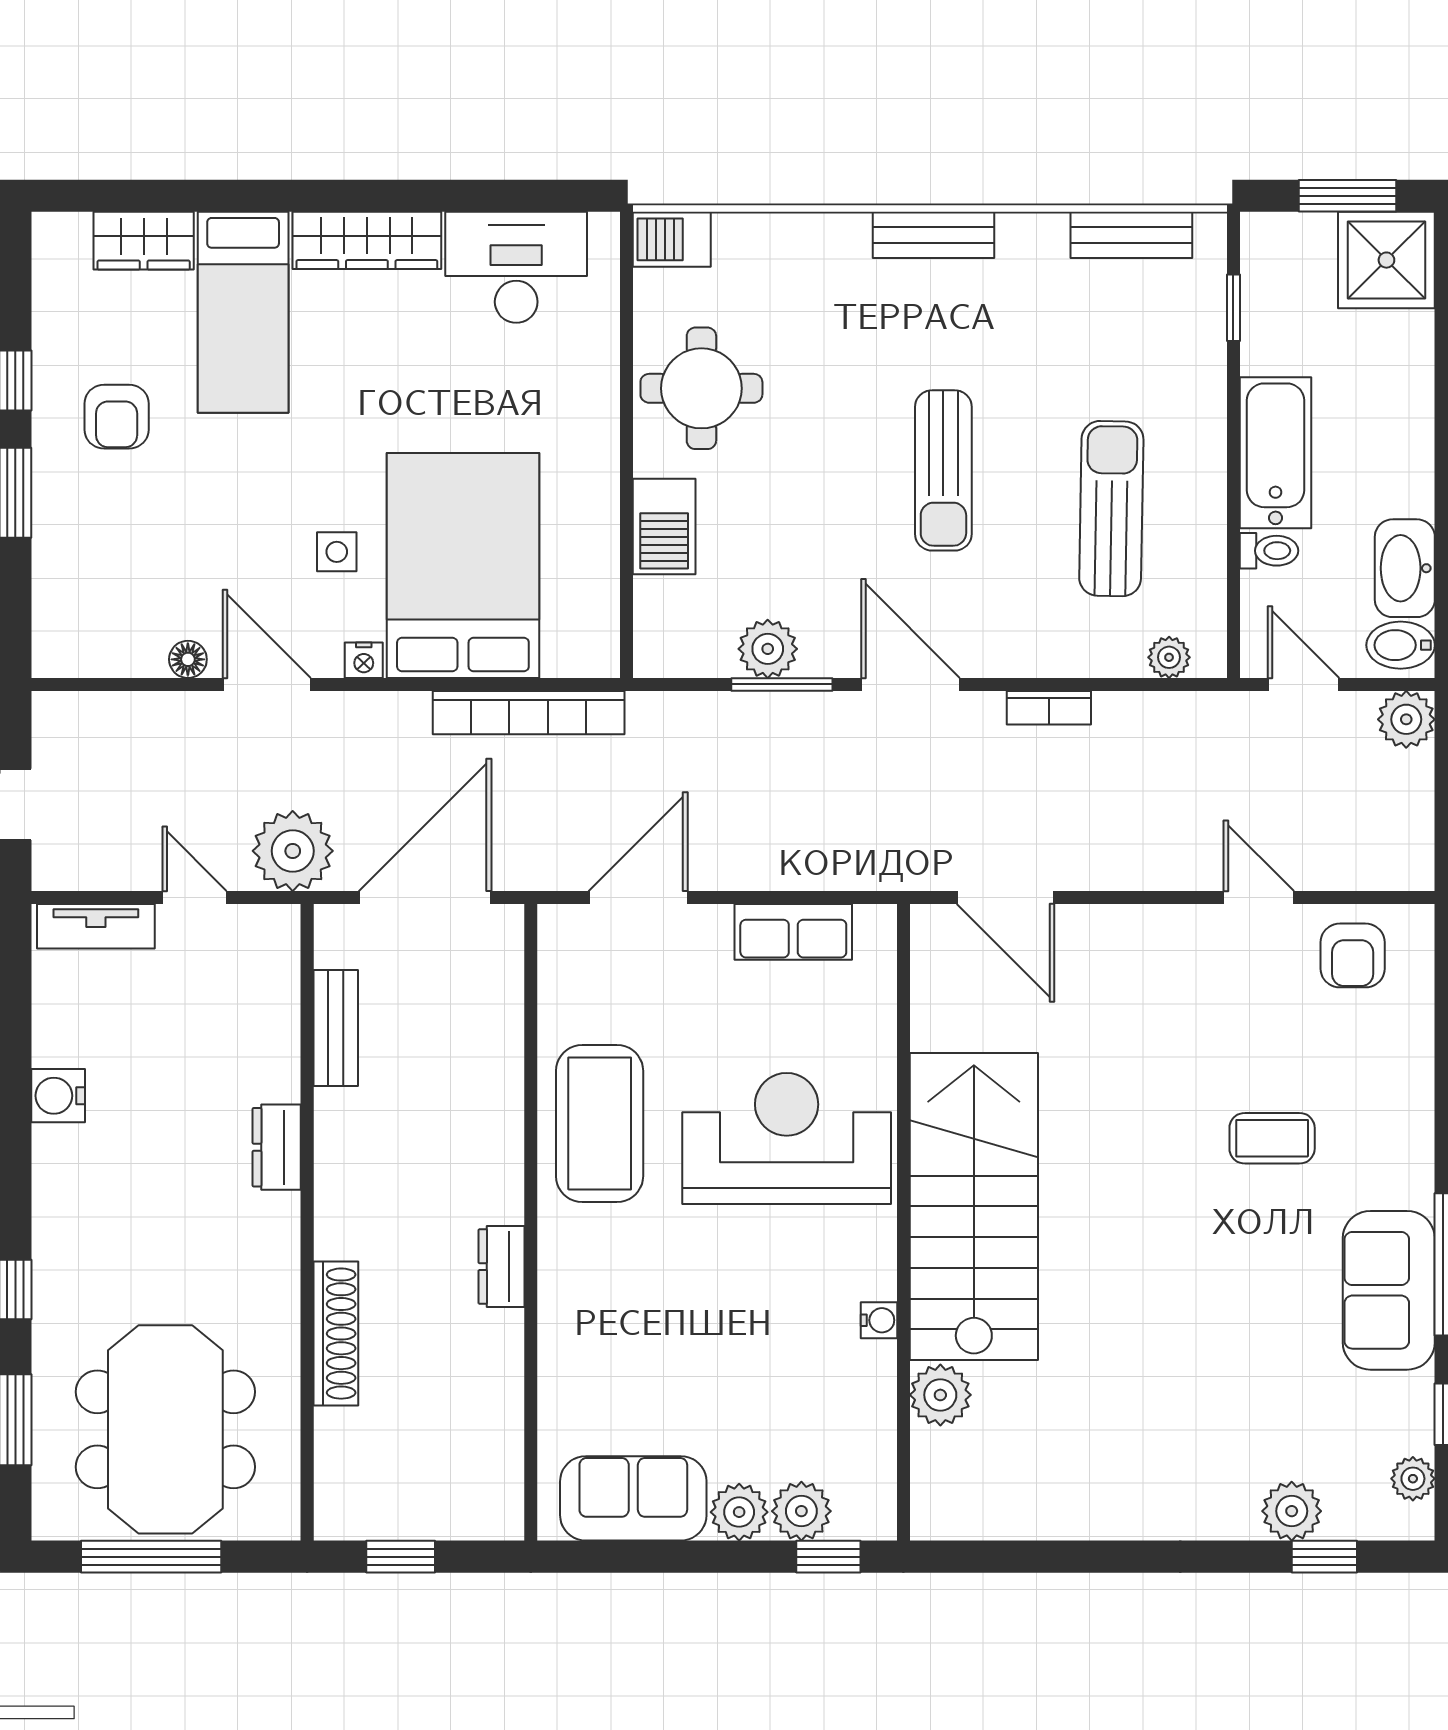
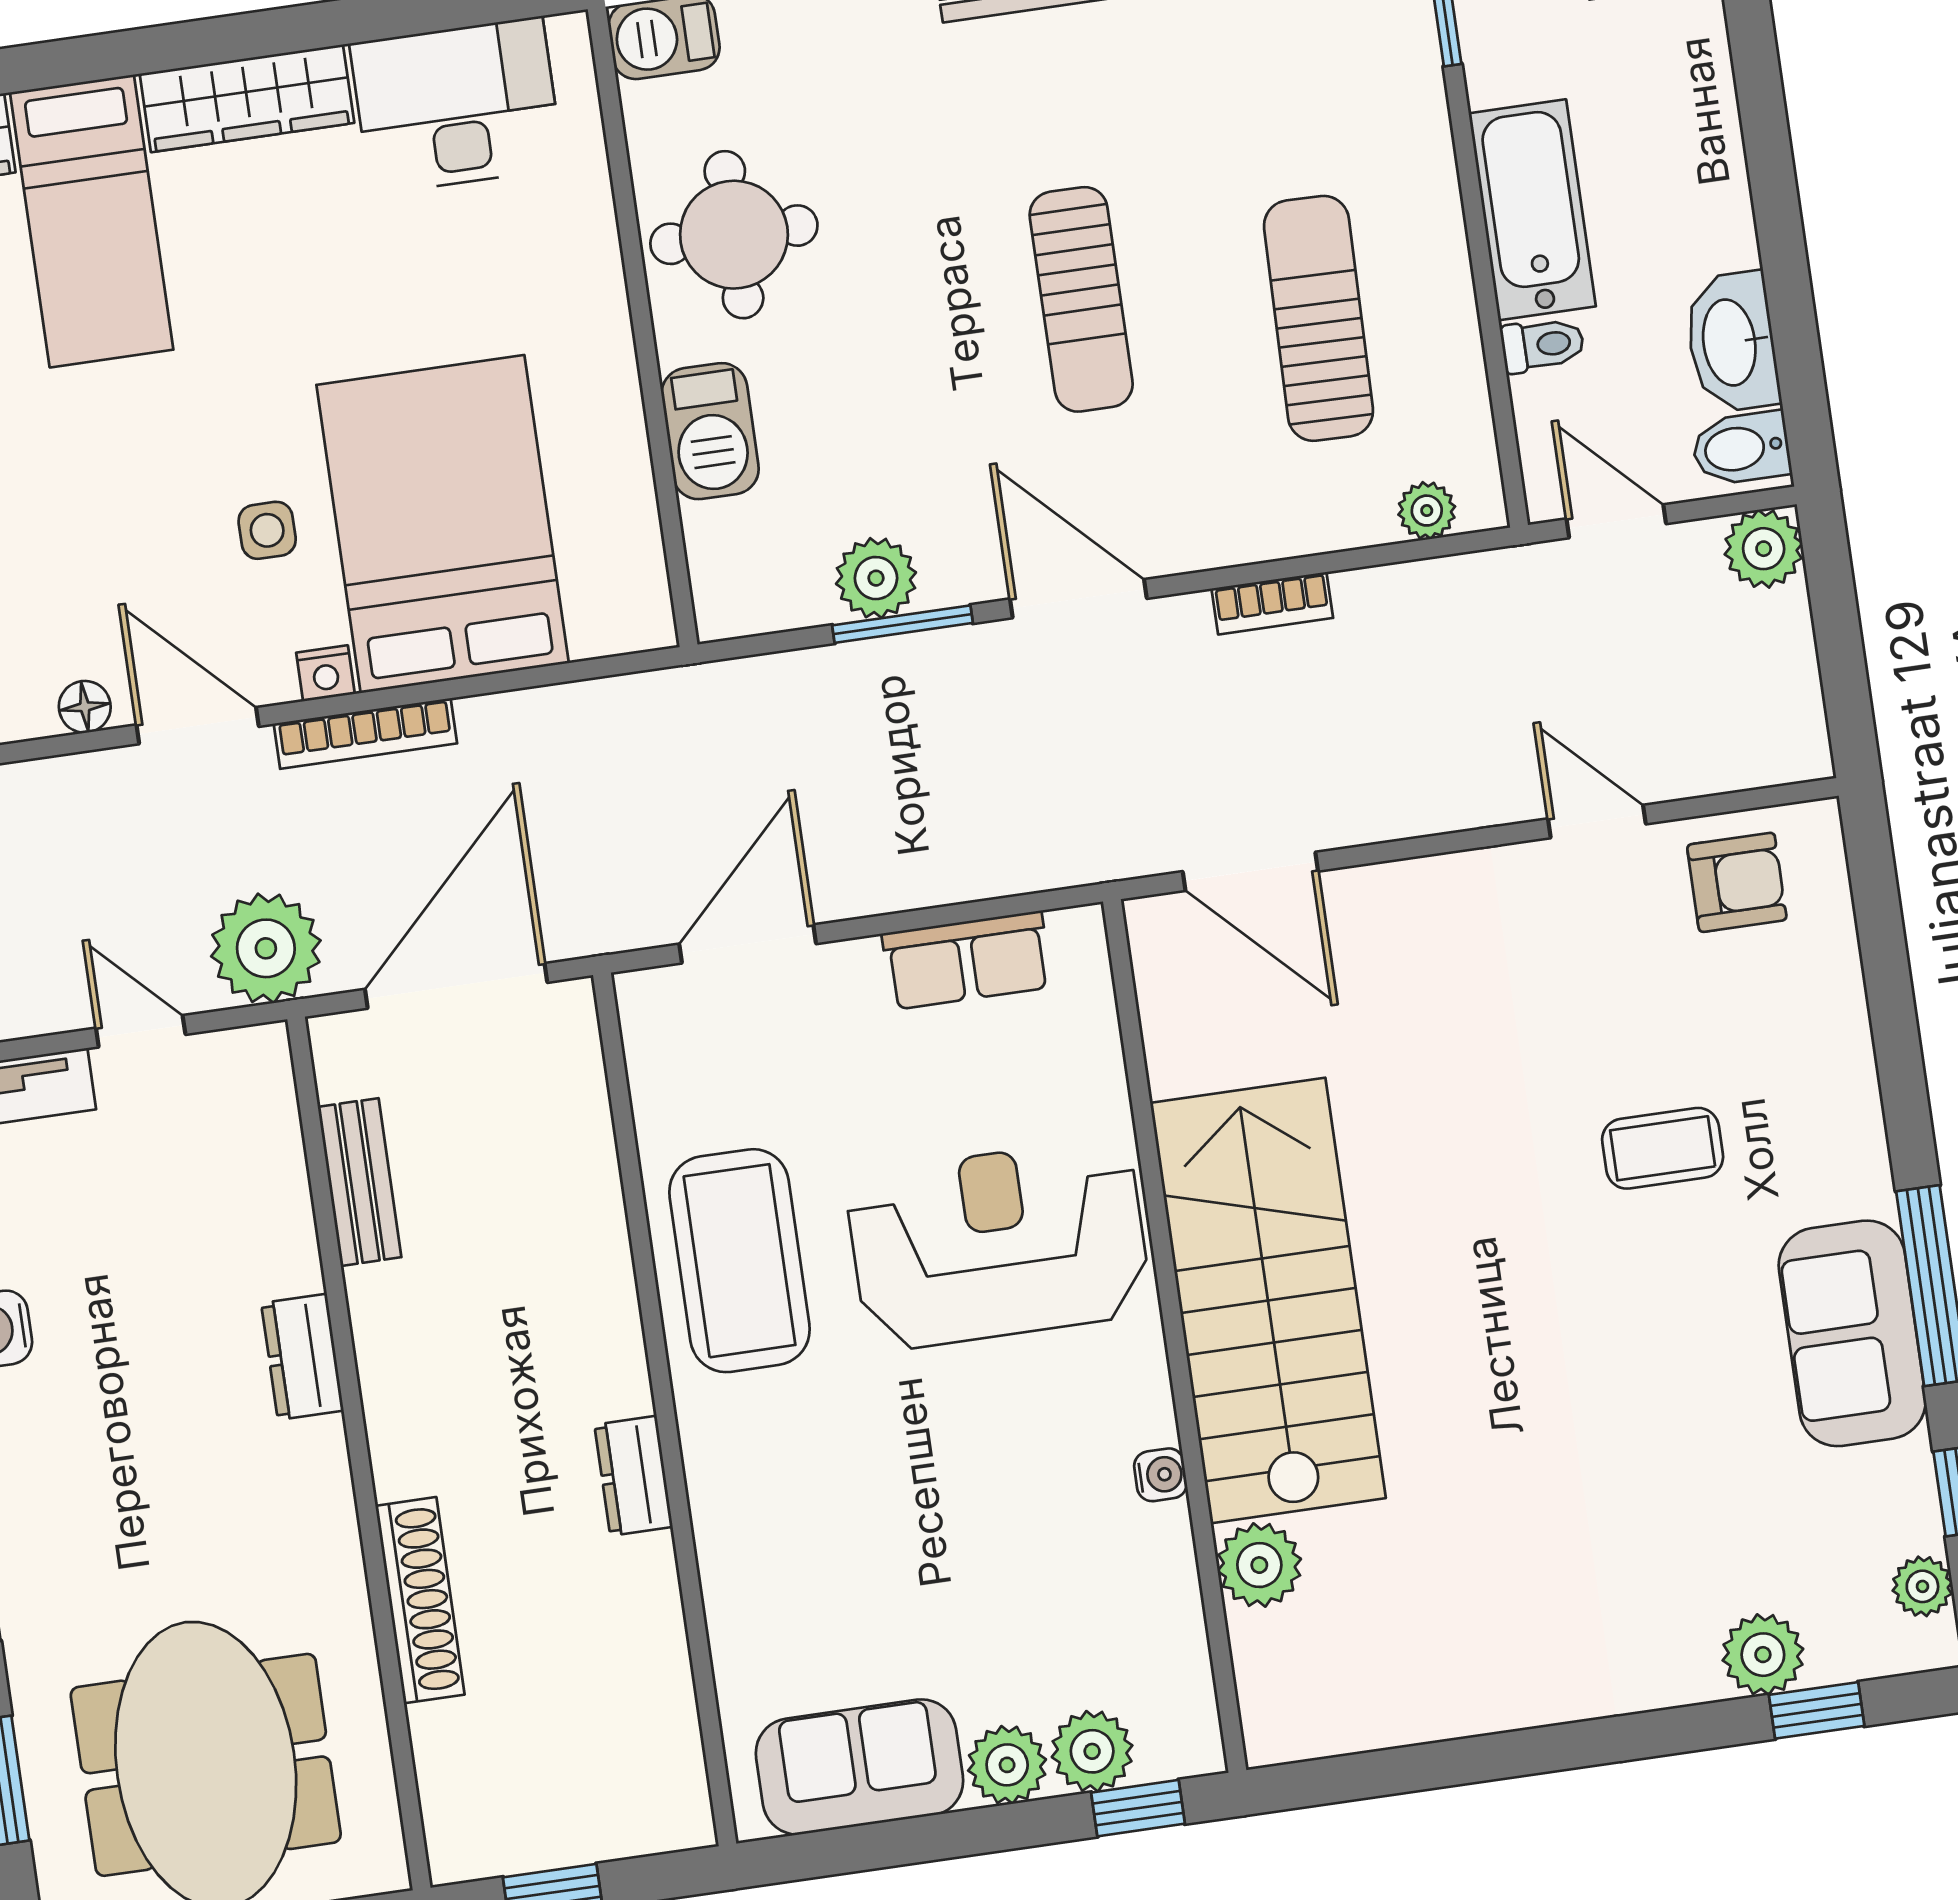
bookcase: (529, 713) -> (365, 734), moved, width x0.68, depth x0.76
armchair: (1353, 955) -> (1737, 882), turned -90

